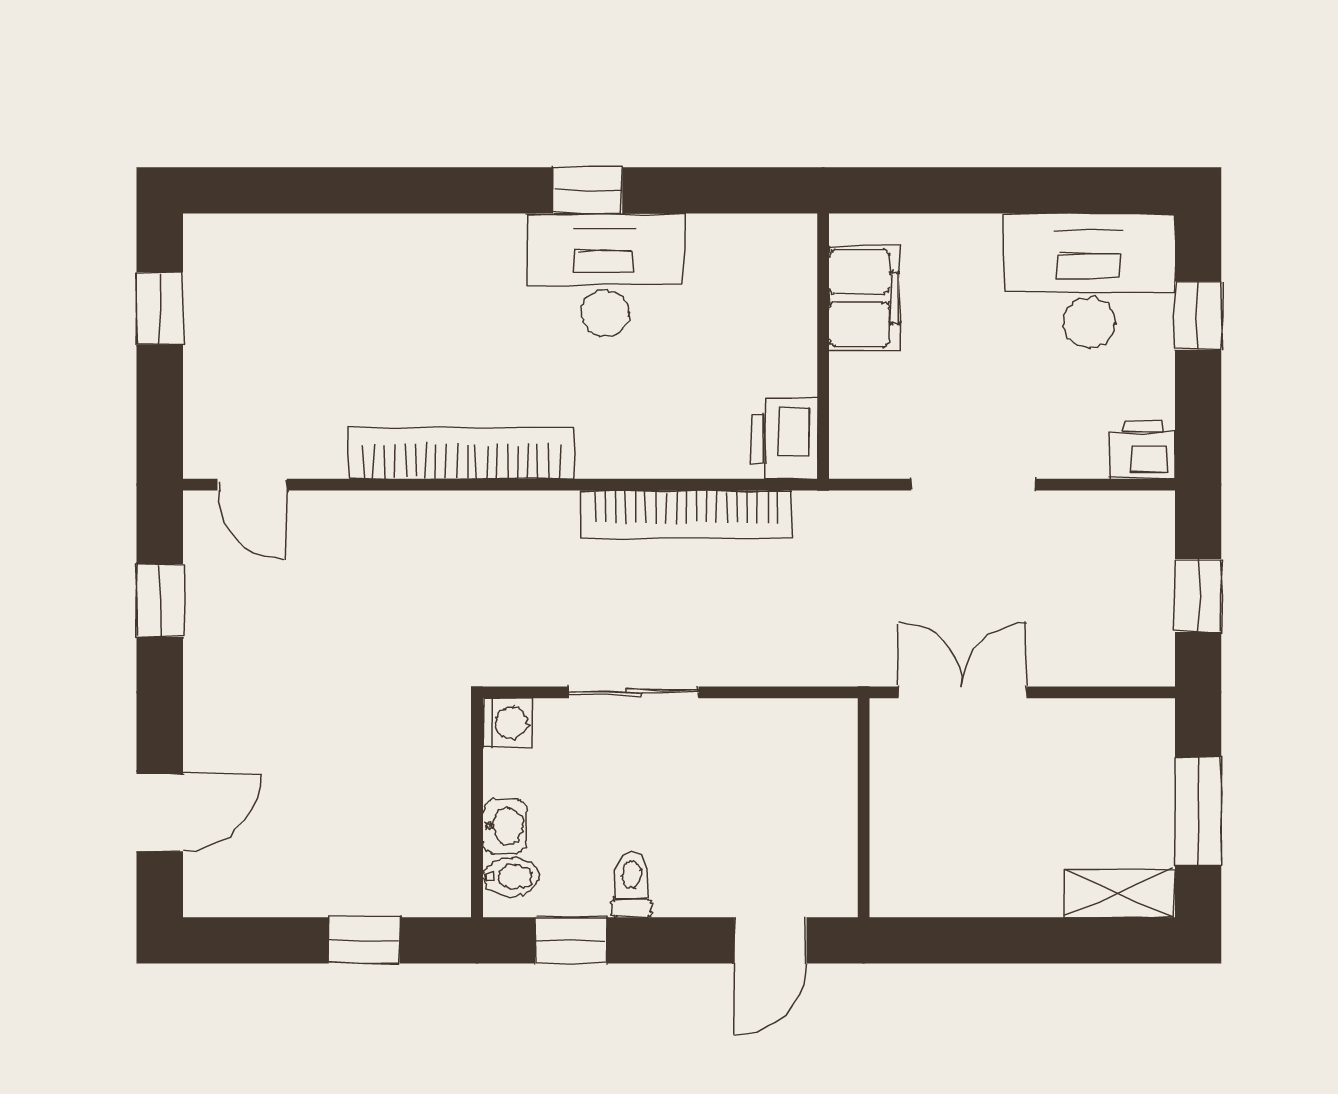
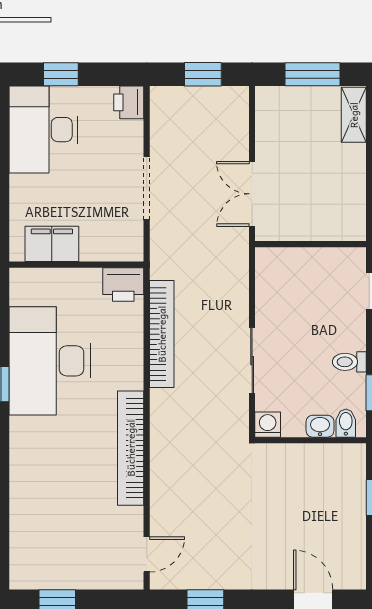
desk: (605, 275) -> (50, 361), width x1.36, depth x1.30

